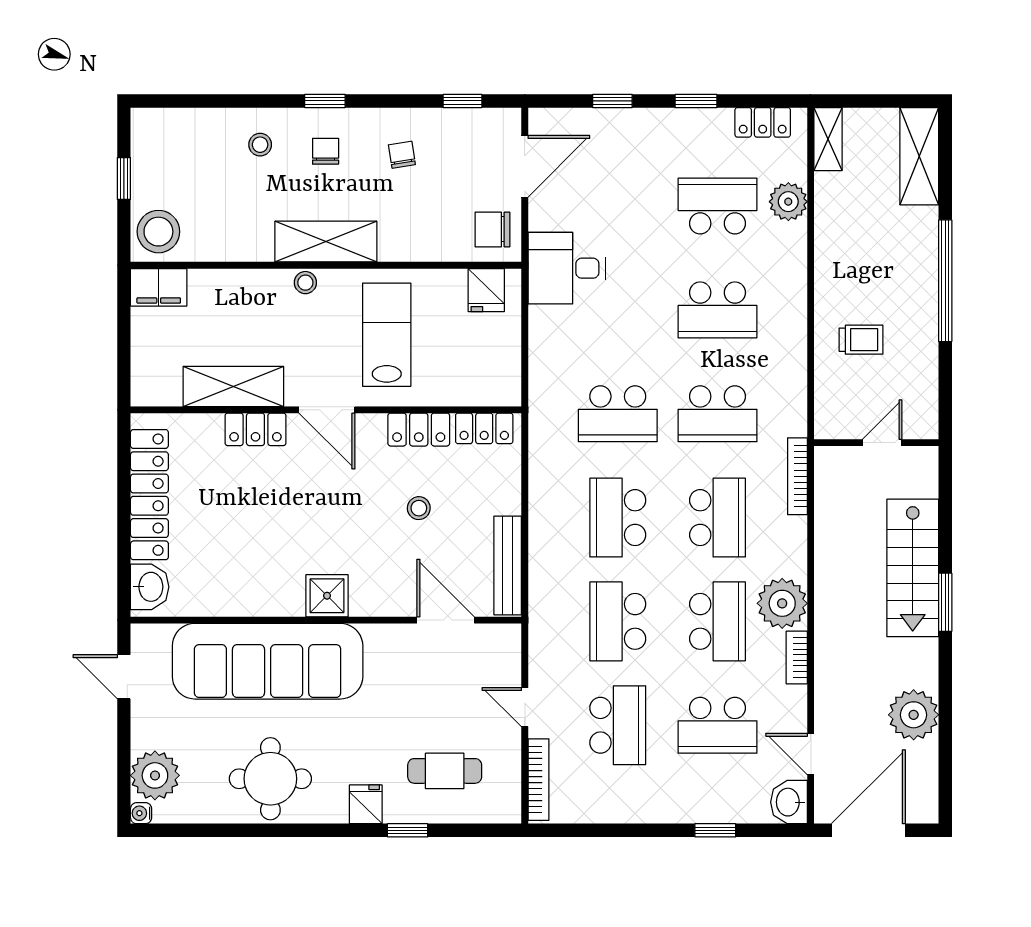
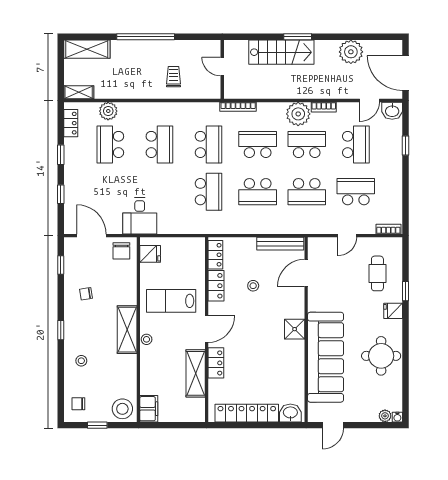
chair: (326, 151) -> (78, 404), moved
plant: (155, 775) -> (385, 416), width x0.53, depth x0.53
bookcase: (538, 780) -> (388, 229), width x0.64

